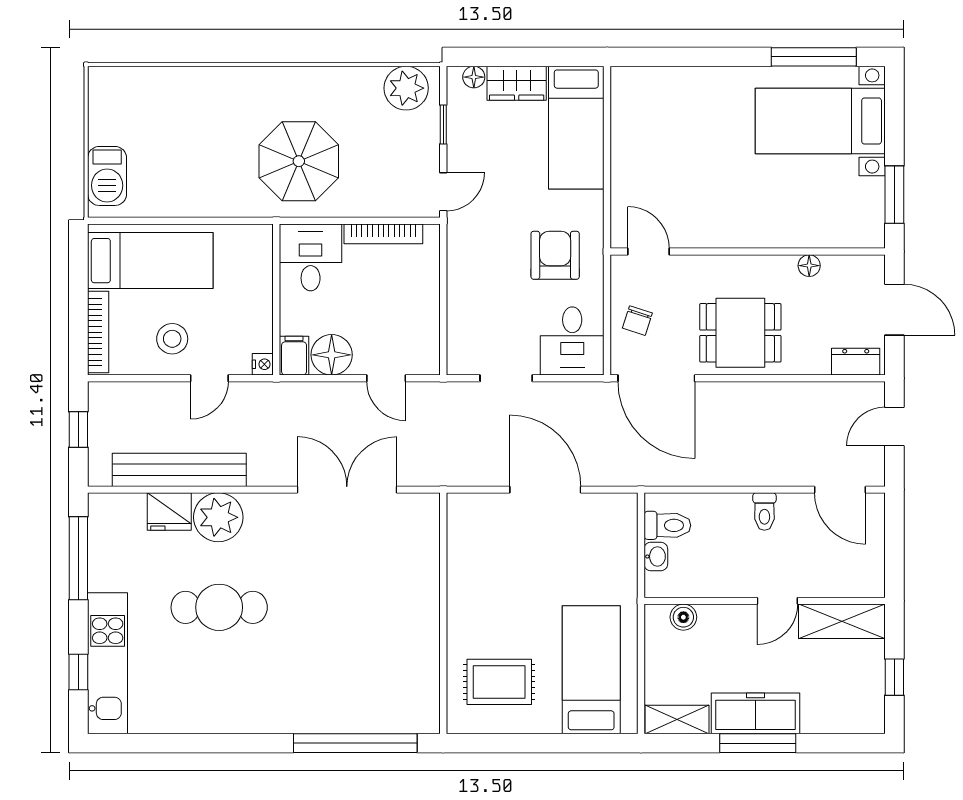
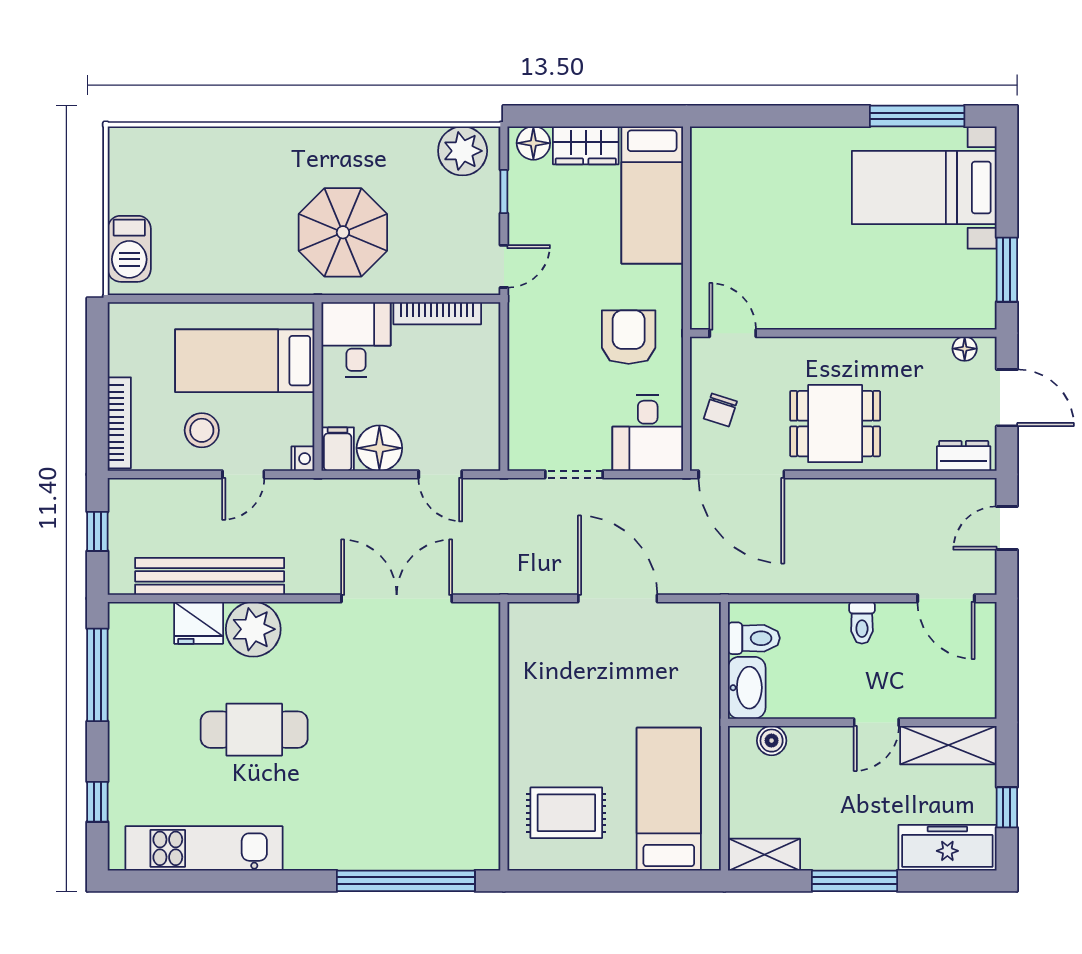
floor lamp: (474, 77) -> (533, 143), width x1.37, depth x1.37
bed: (150, 261) -> (245, 361), moved, turned 180
floor lamp: (809, 266) -> (965, 349), moved
washbasin: (656, 557) -> (747, 688), width x1.91, depth x1.45
kitchen unit: (108, 663) -> (204, 848), moved, turned -90
freezer: (755, 713) -> (947, 848), moved

